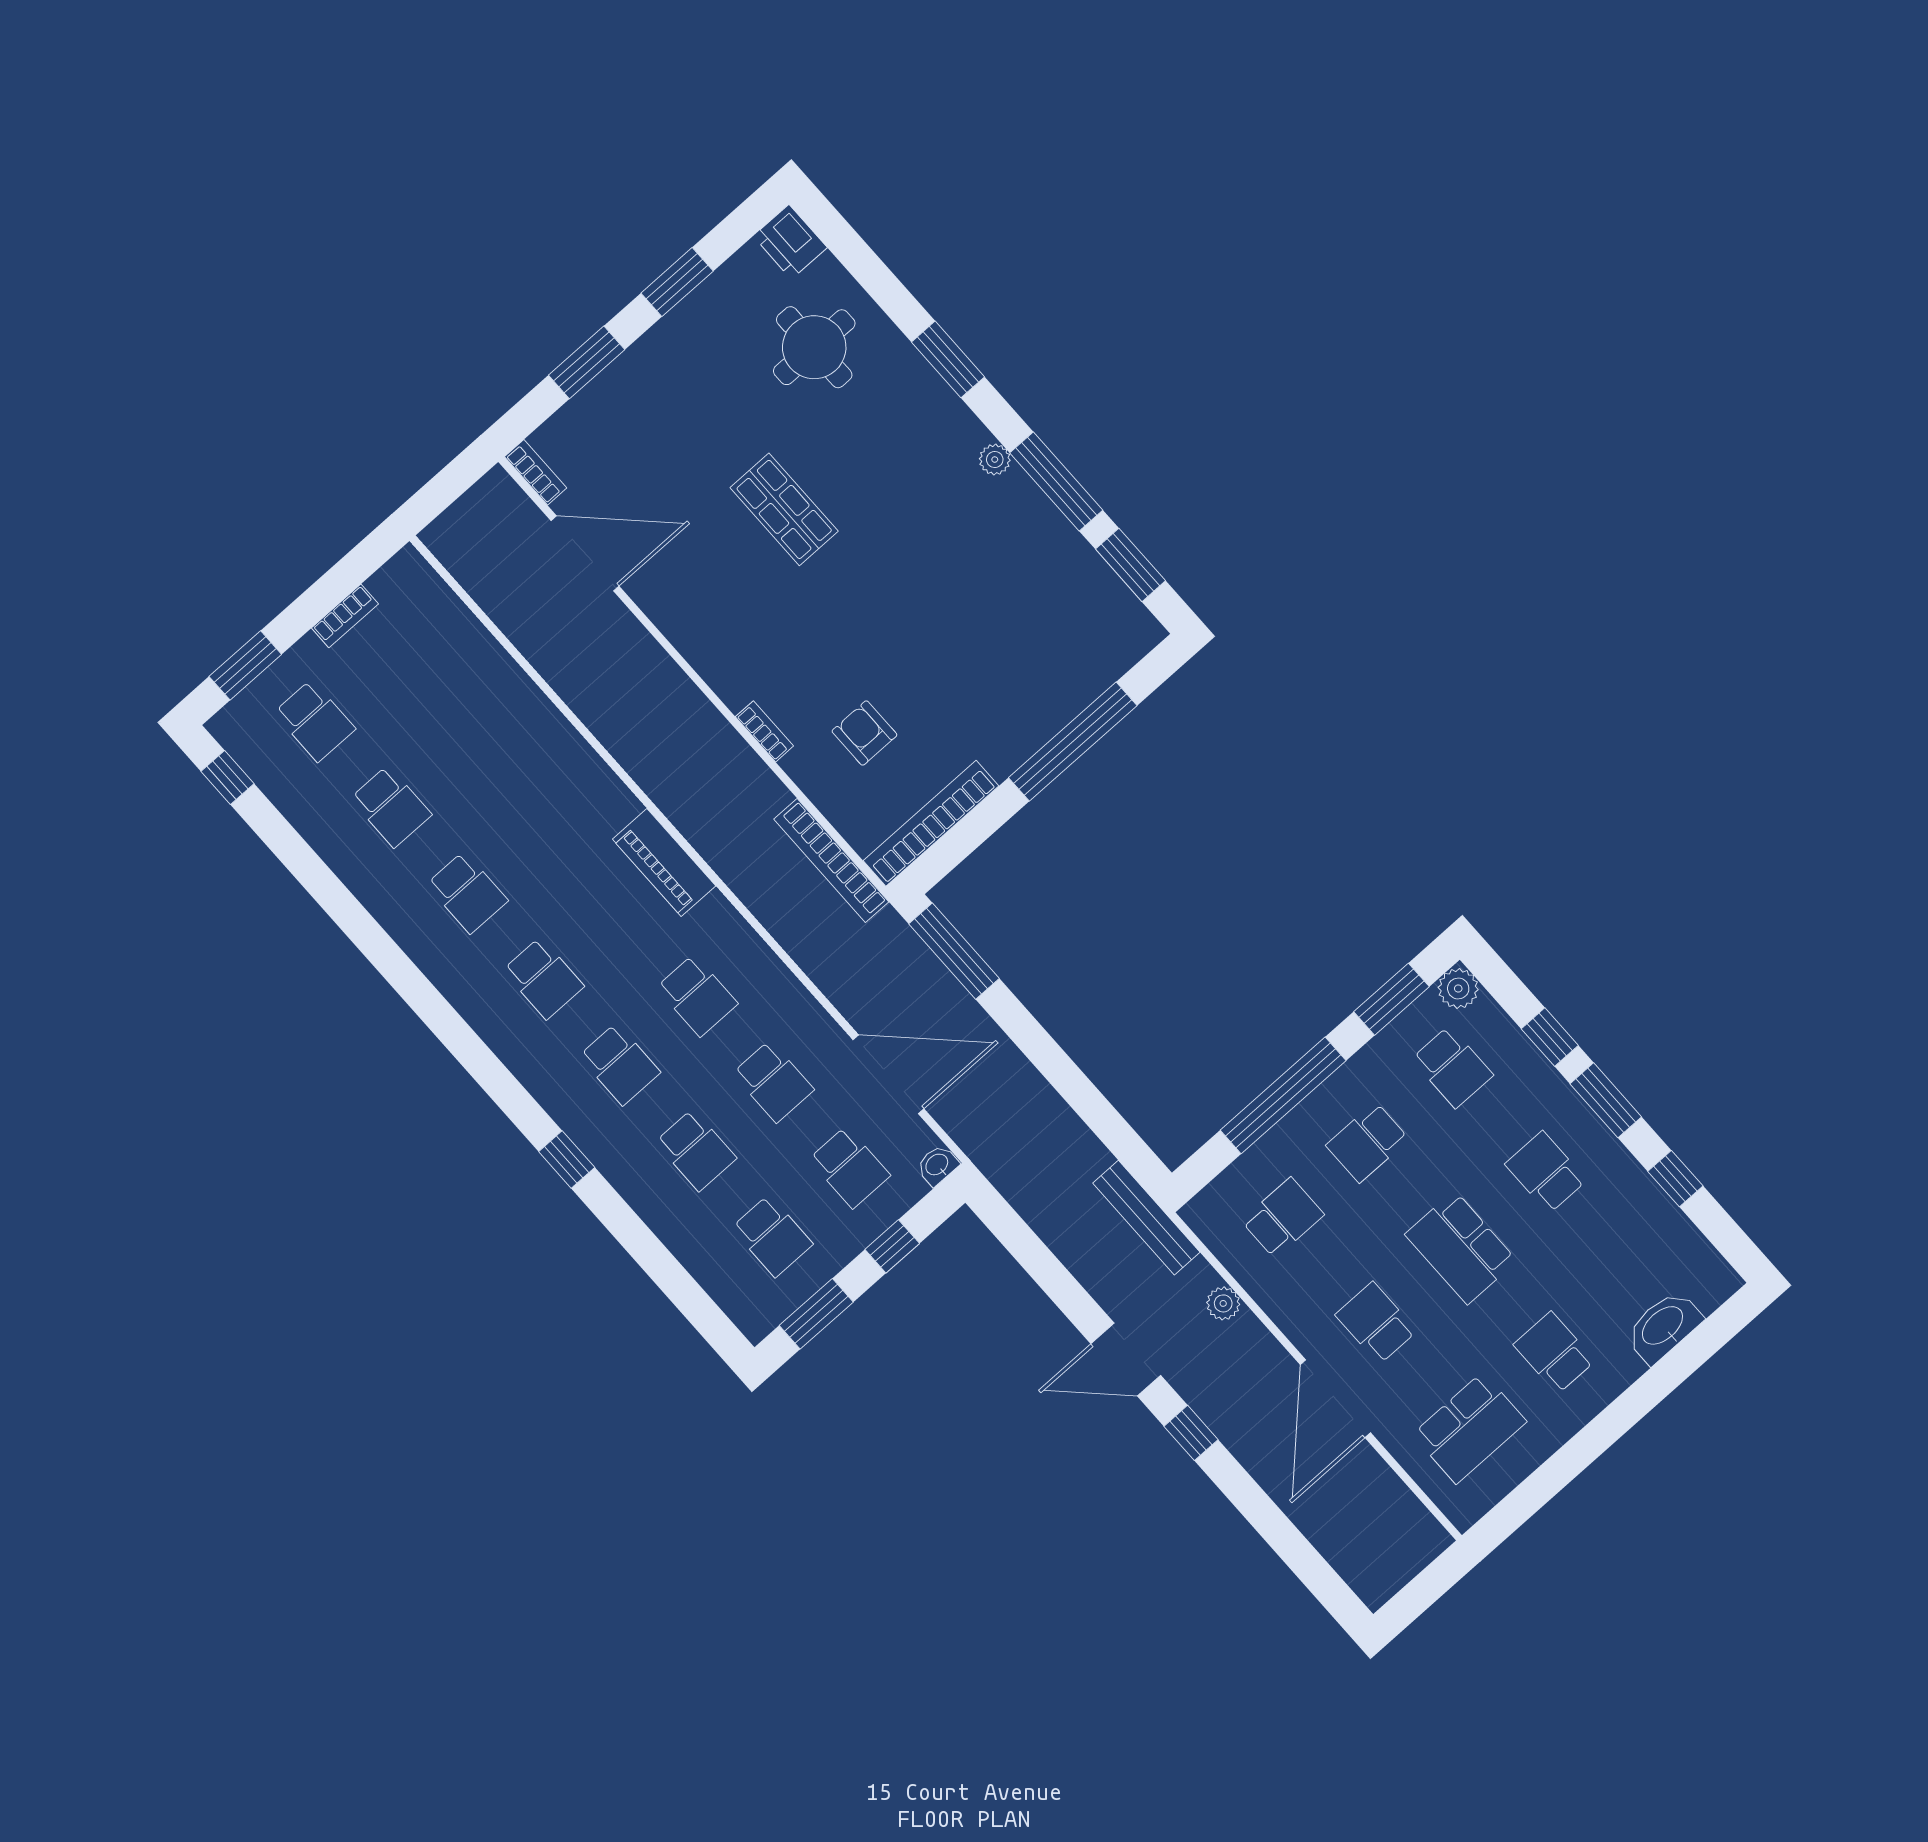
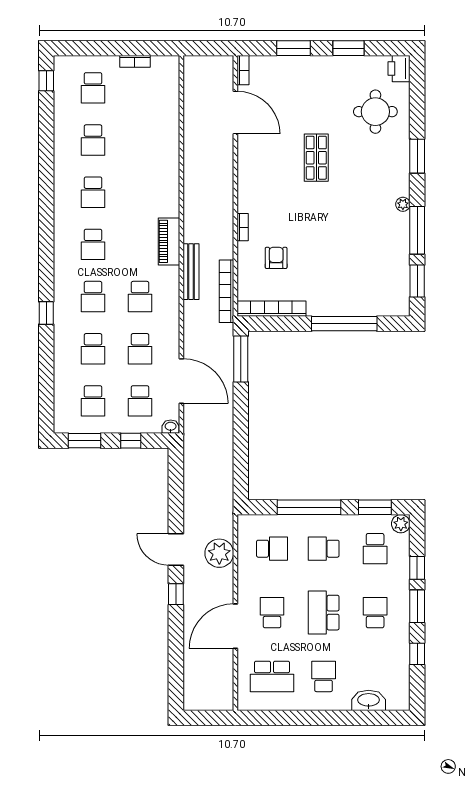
window: (245, 665) -> (86, 48), removed
bench: (1146, 1218) -> (191, 272), moved
plant: (1223, 1303) -> (219, 553), width x1.88, depth x1.88

